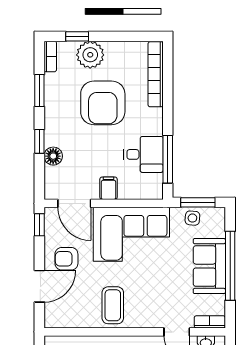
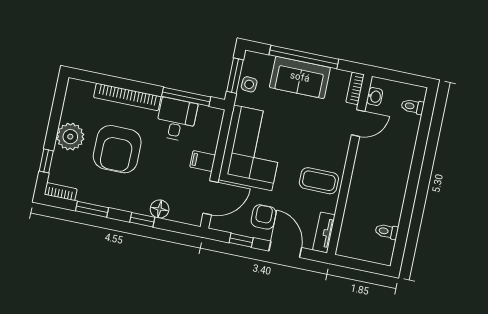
plant: (90, 55) -> (70, 137), moved
bookcase: (156, 74) -> (127, 97), moved
armchair: (103, 103) -> (117, 149), turned 90
window: (39, 225) -> (241, 240), moved
armchair: (66, 259) -> (264, 217), turned 180
tv unit: (63, 321) -> (324, 232), added

